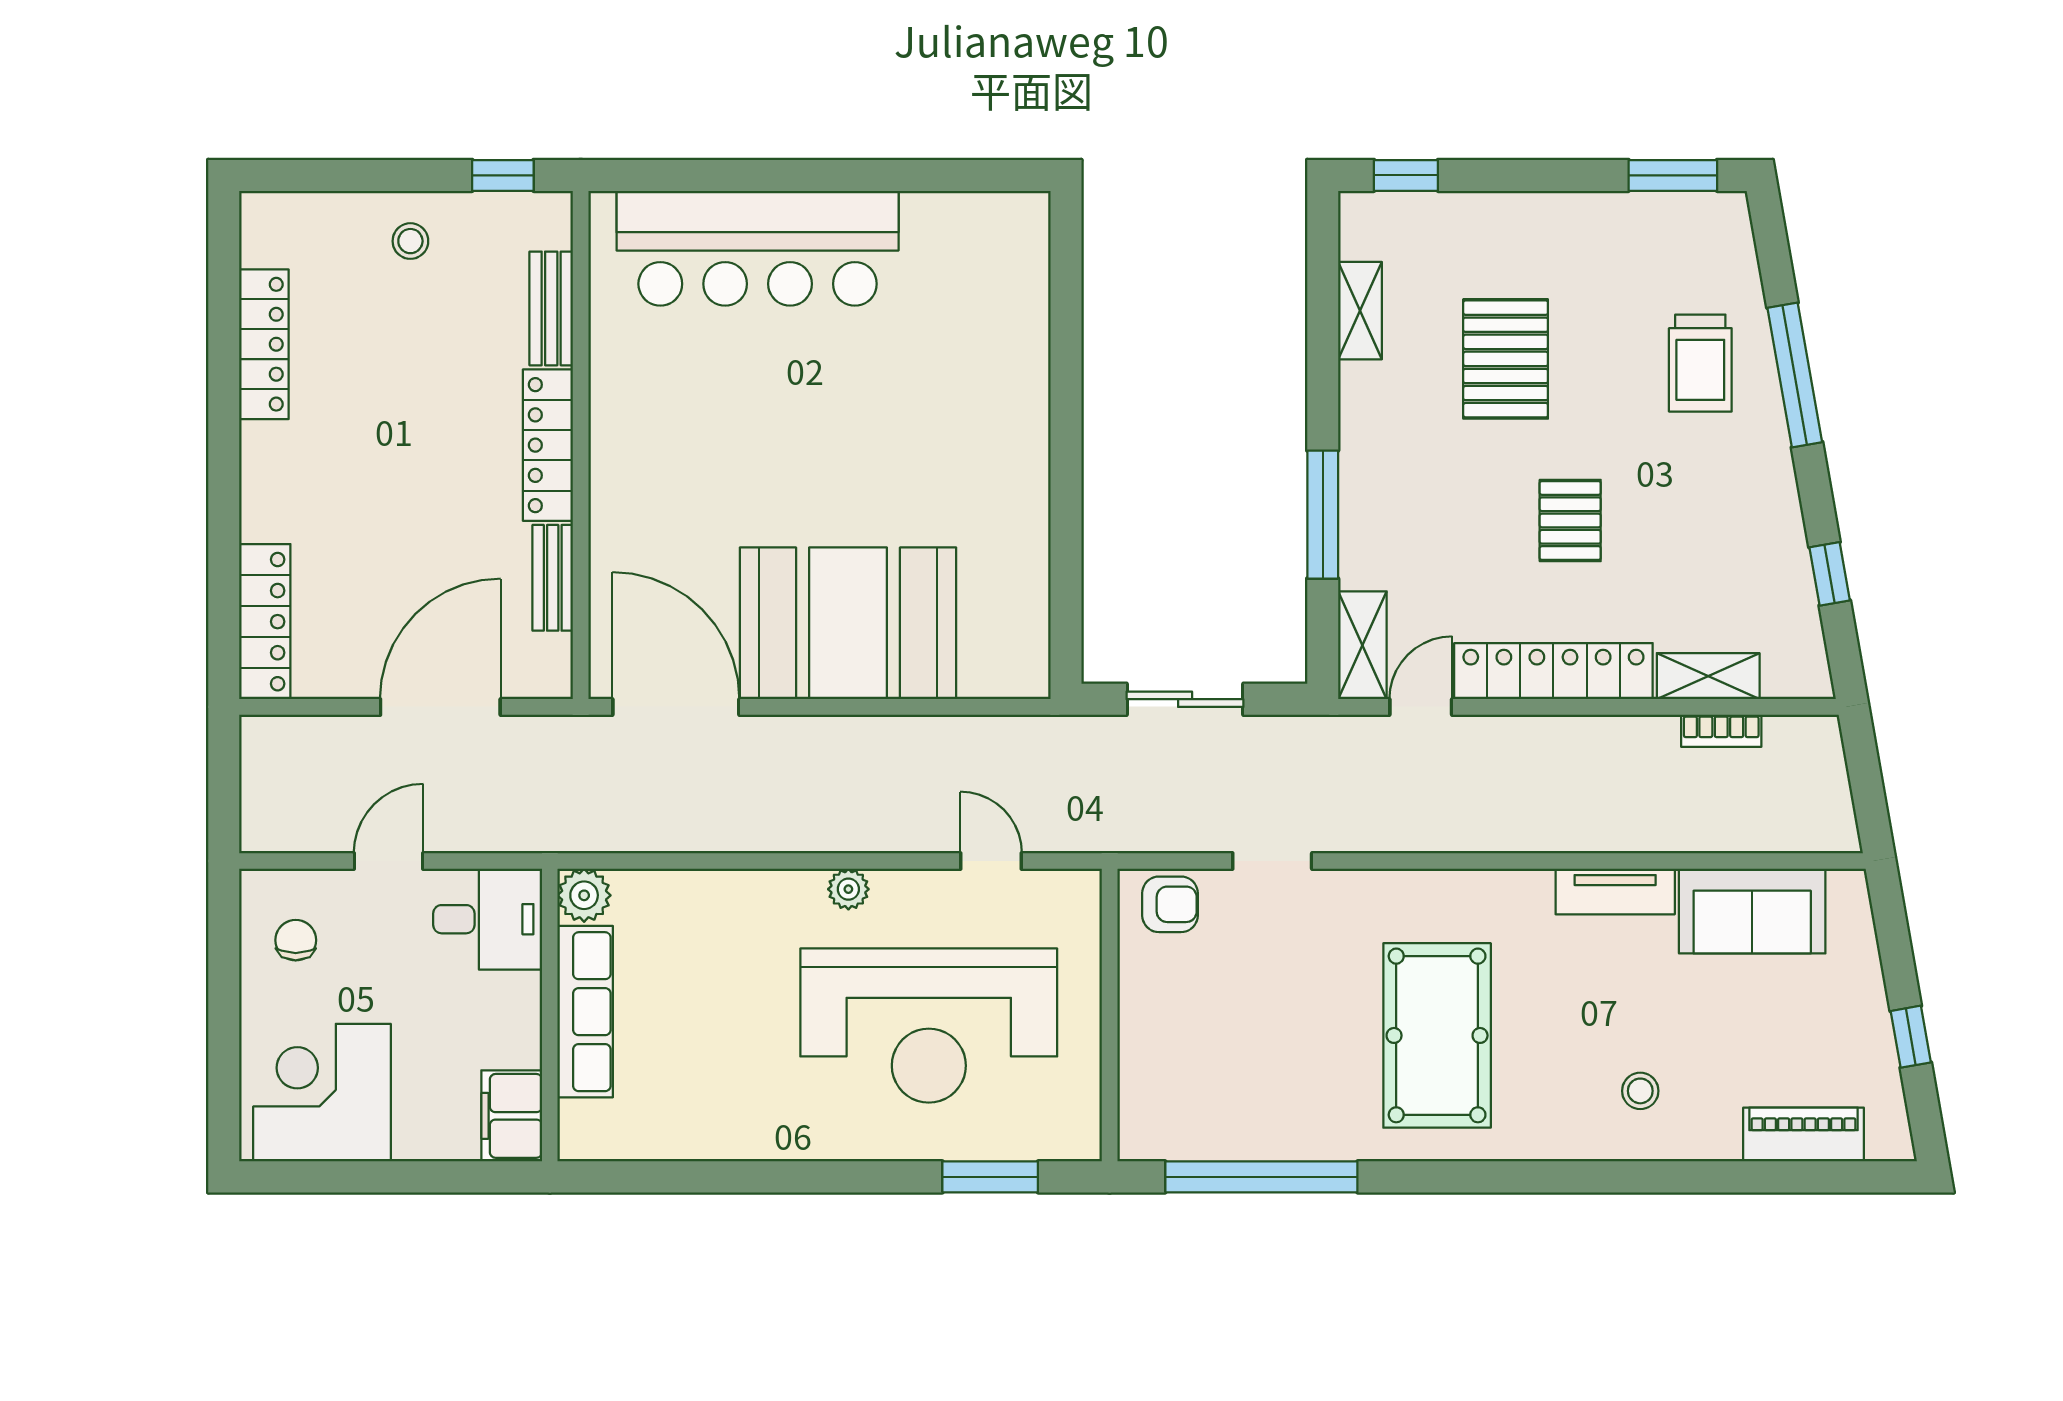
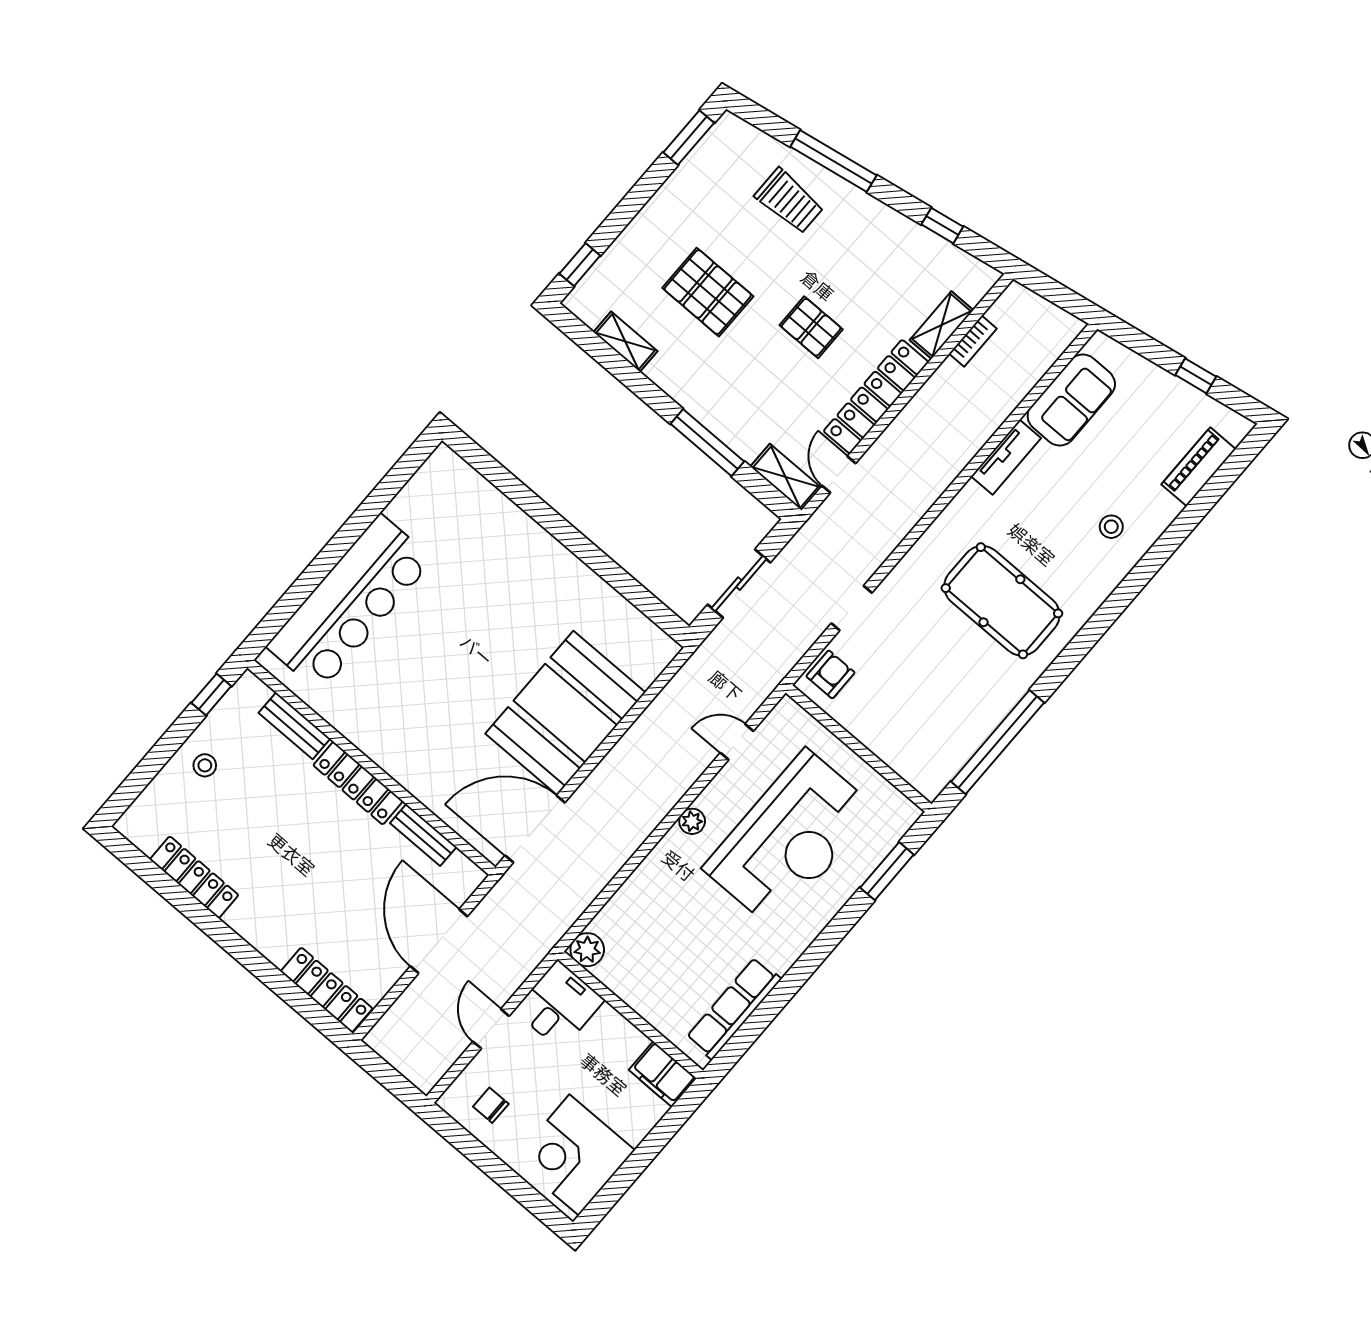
row of seats: (585, 1012) -> (734, 1008), moved, turned -90

